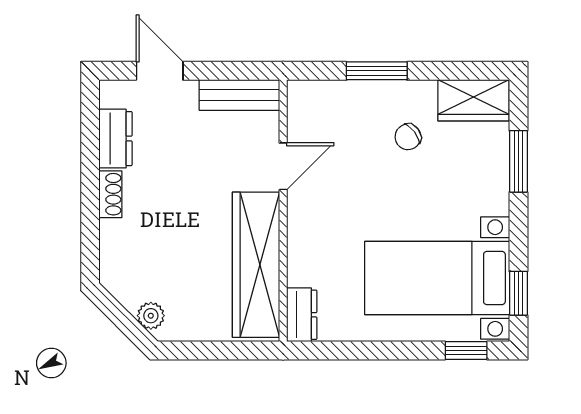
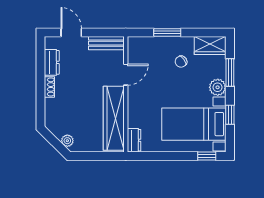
plant: (491, 195) -> (218, 87), added
window: (518, 293) -> (230, 115), moved

